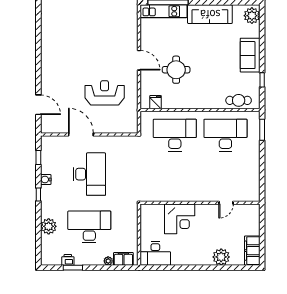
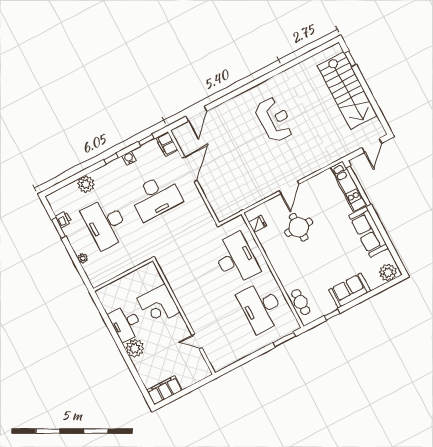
reception desk: (105, 93) -> (274, 119), moved
desk: (225, 135) -> (261, 307), turned 180
desk: (89, 227) -> (106, 223), turned 180
desk: (155, 254) -> (126, 323), moved
plant: (221, 257) -> (135, 348), moved
filing cabinet: (123, 259) -> (167, 144), moved, turned 180

